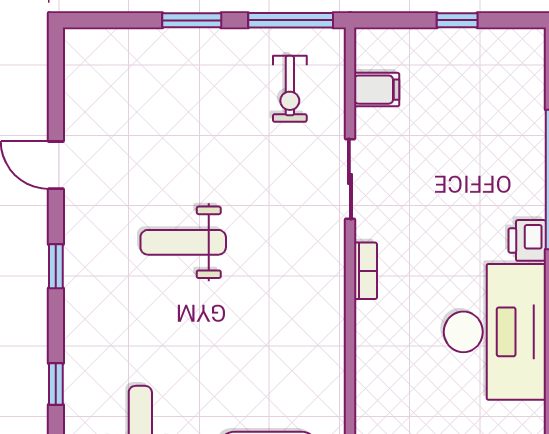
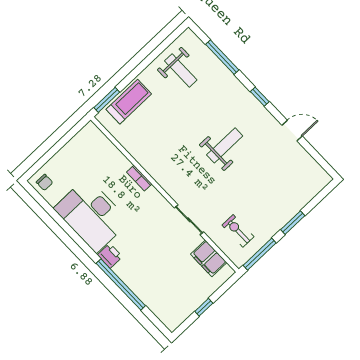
filing cabinet: (377, 90) -> (209, 258), width x2.00
bookcase: (366, 271) -> (139, 178), moved
window: (56, 384) -> (222, 57), width x2.17

